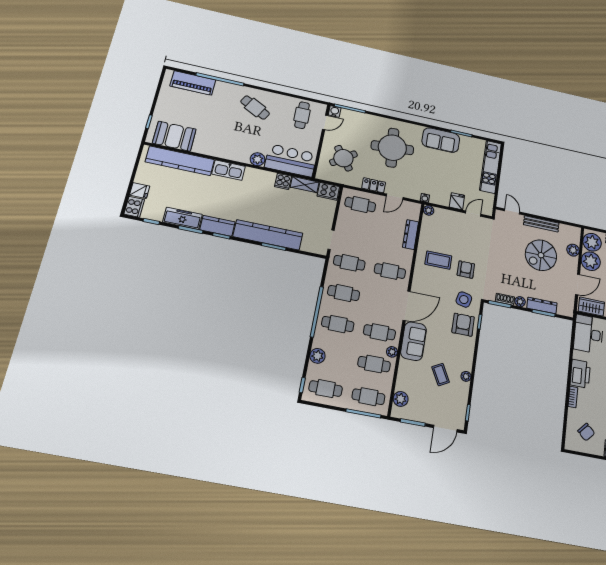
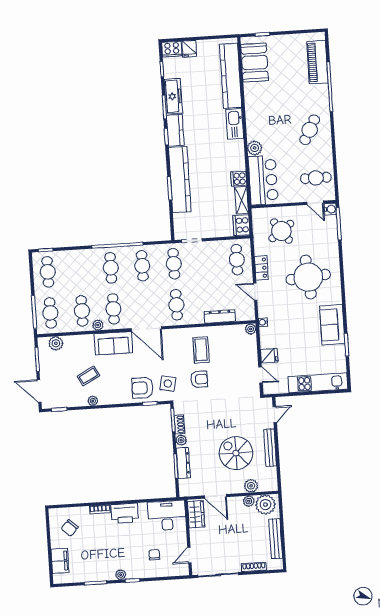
plant: (591, 261) -> (249, 501), width x0.53, depth x0.53
armchair: (463, 325) -> (142, 388), turned 180
plant: (317, 356) -> (76, 257), removed

